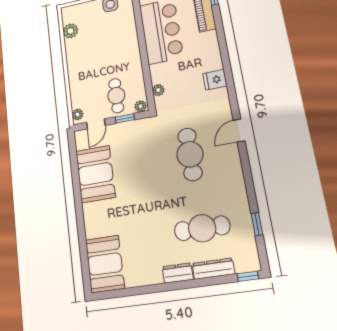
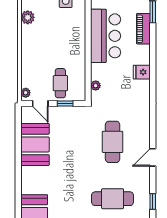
fridge: (215, 80) -> (142, 72), moved
plant: (141, 106) -> (79, 96), removed
door: (96, 124) -> (40, 104), hinge flipped
door: (239, 131) -> (153, 157), moved

